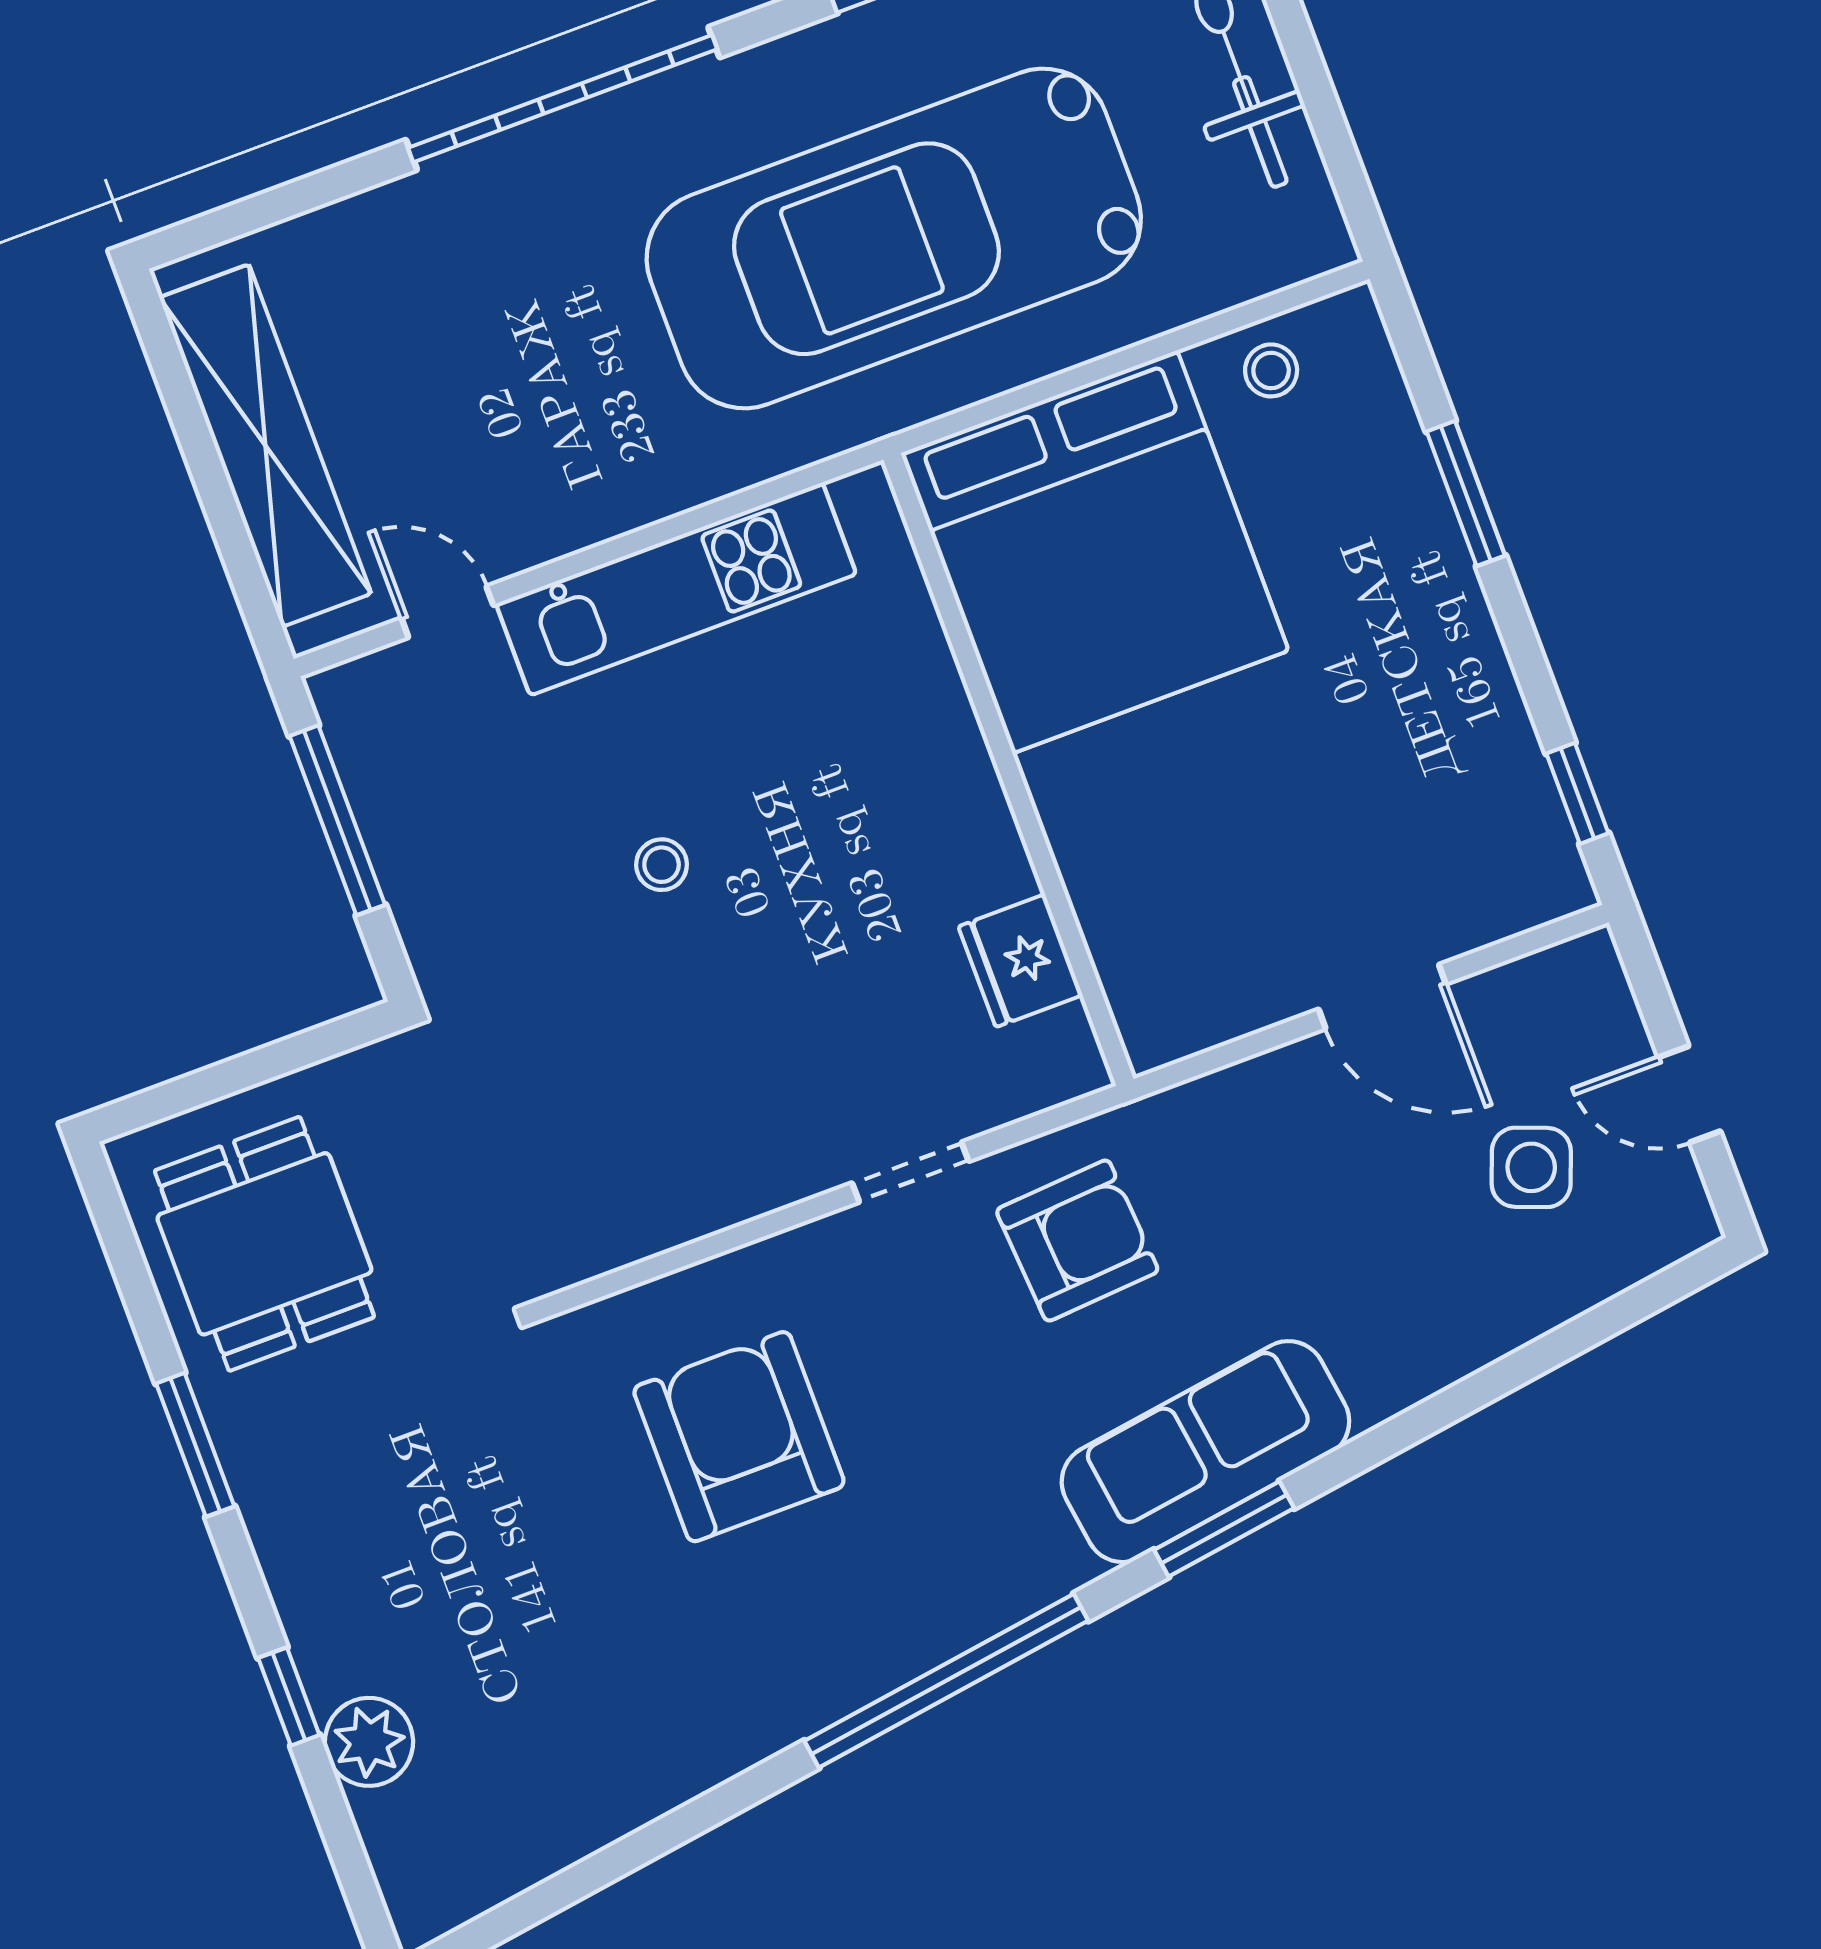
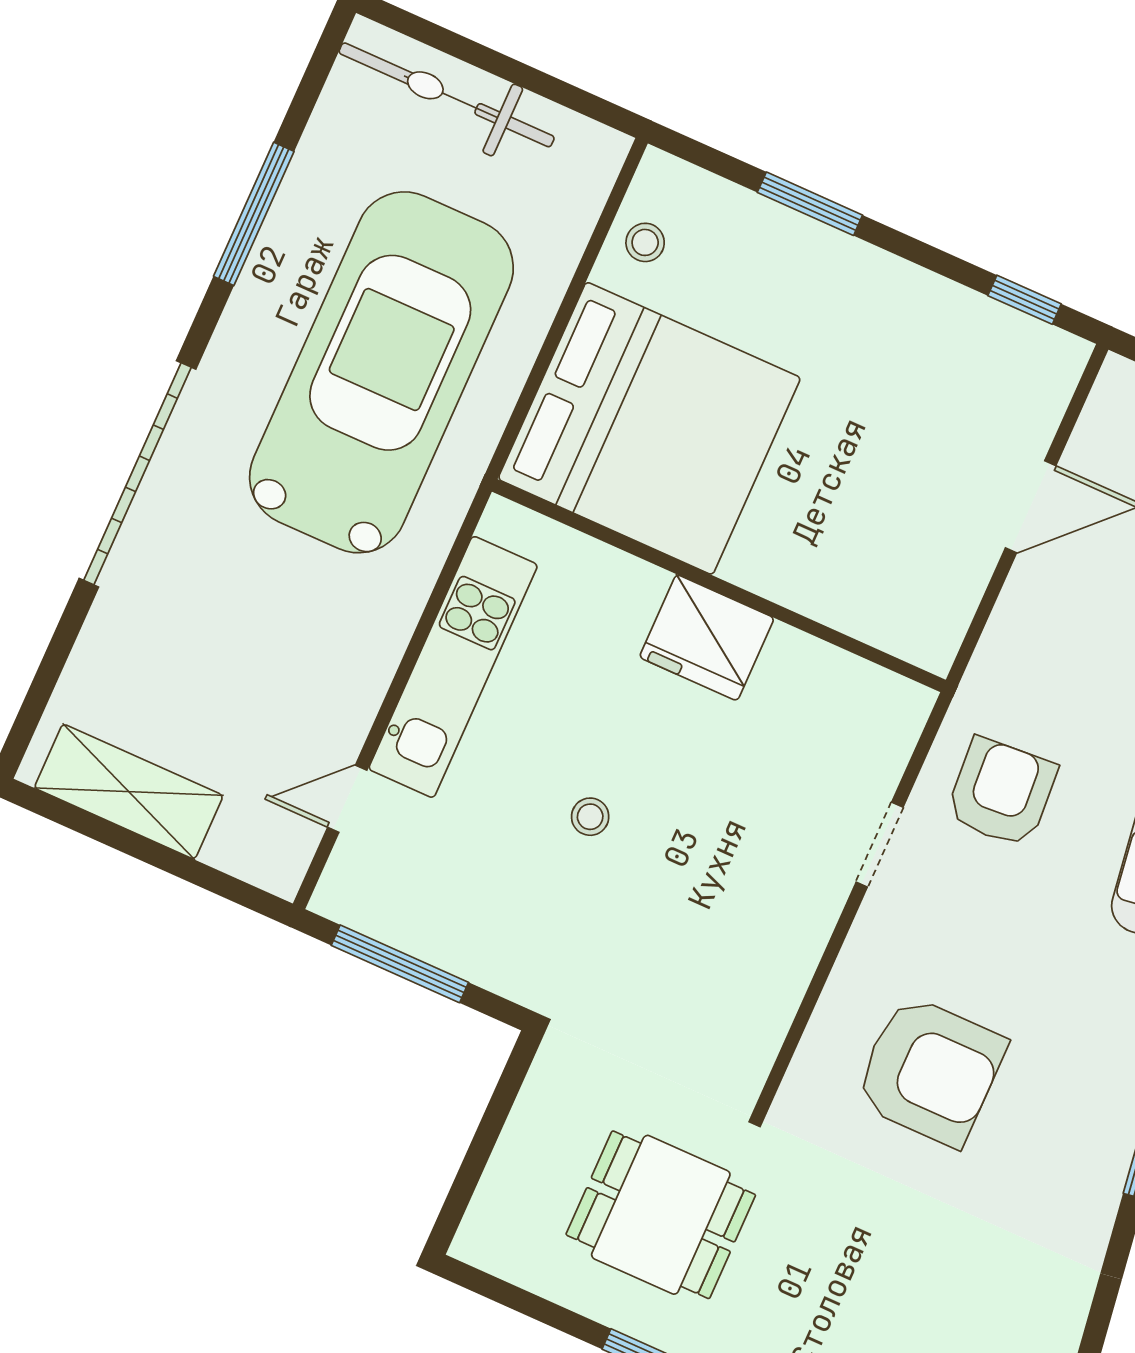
car: (894, 239) -> (381, 372), turned 180
shelving: (265, 446) -> (129, 792), width x0.68
fridge: (1020, 961) -> (707, 638), moved, width x1.36, depth x1.34
dining table: (264, 1244) -> (661, 1215), moved
armchair: (739, 1437) -> (930, 1071), turned 180

